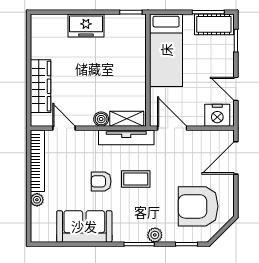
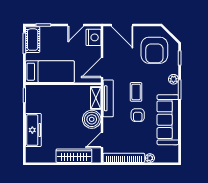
freezer: (86, 26) -> (33, 130), width x1.40
boiler: (101, 119) -> (92, 119), width x1.86, depth x1.86
sofa: (84, 226) -> (168, 120), width x1.36

